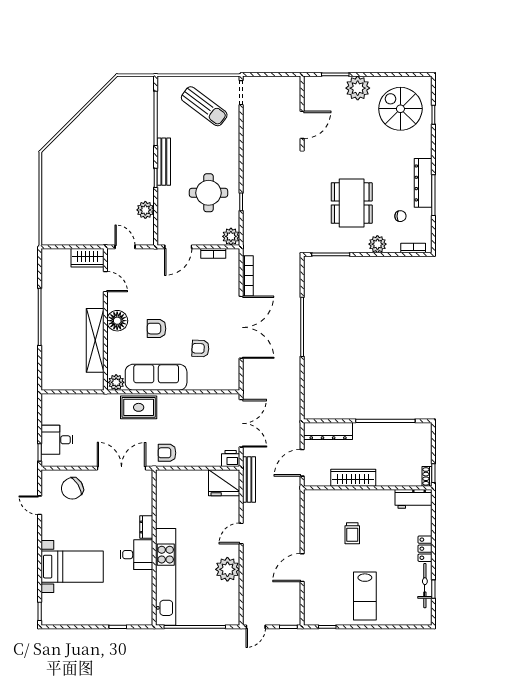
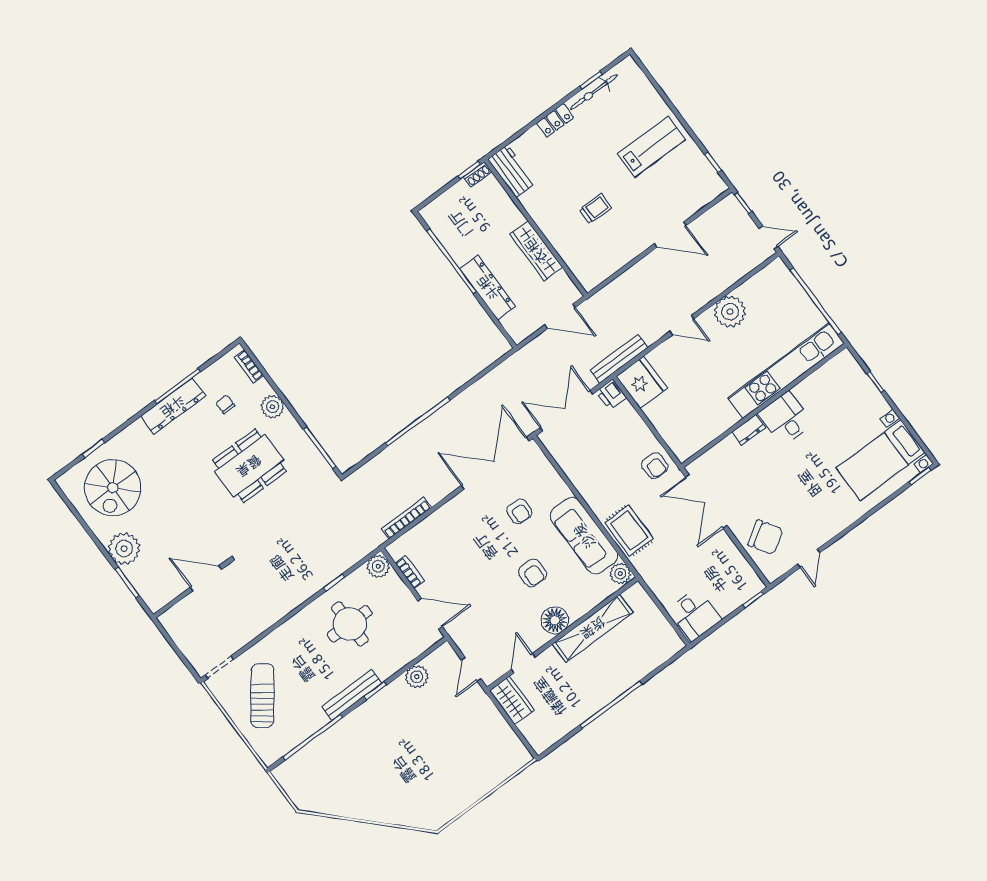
double door: (241, 327) -> (495, 463), moved
dresser: (328, 431) -> (488, 288), moved
desk: (57, 440) -> (695, 615), moved
bed with nightstands: (72, 567) -> (881, 460), moved, turned -90

